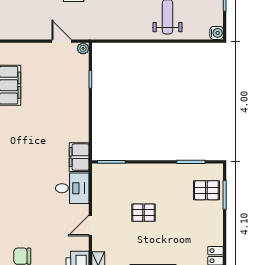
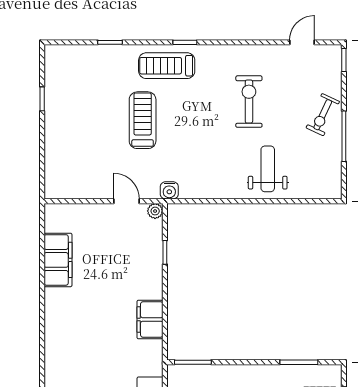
water cooler: (217, 33) -> (169, 190), moved, turned 90
filing cabinet: (79, 157) -> (150, 319), moved

